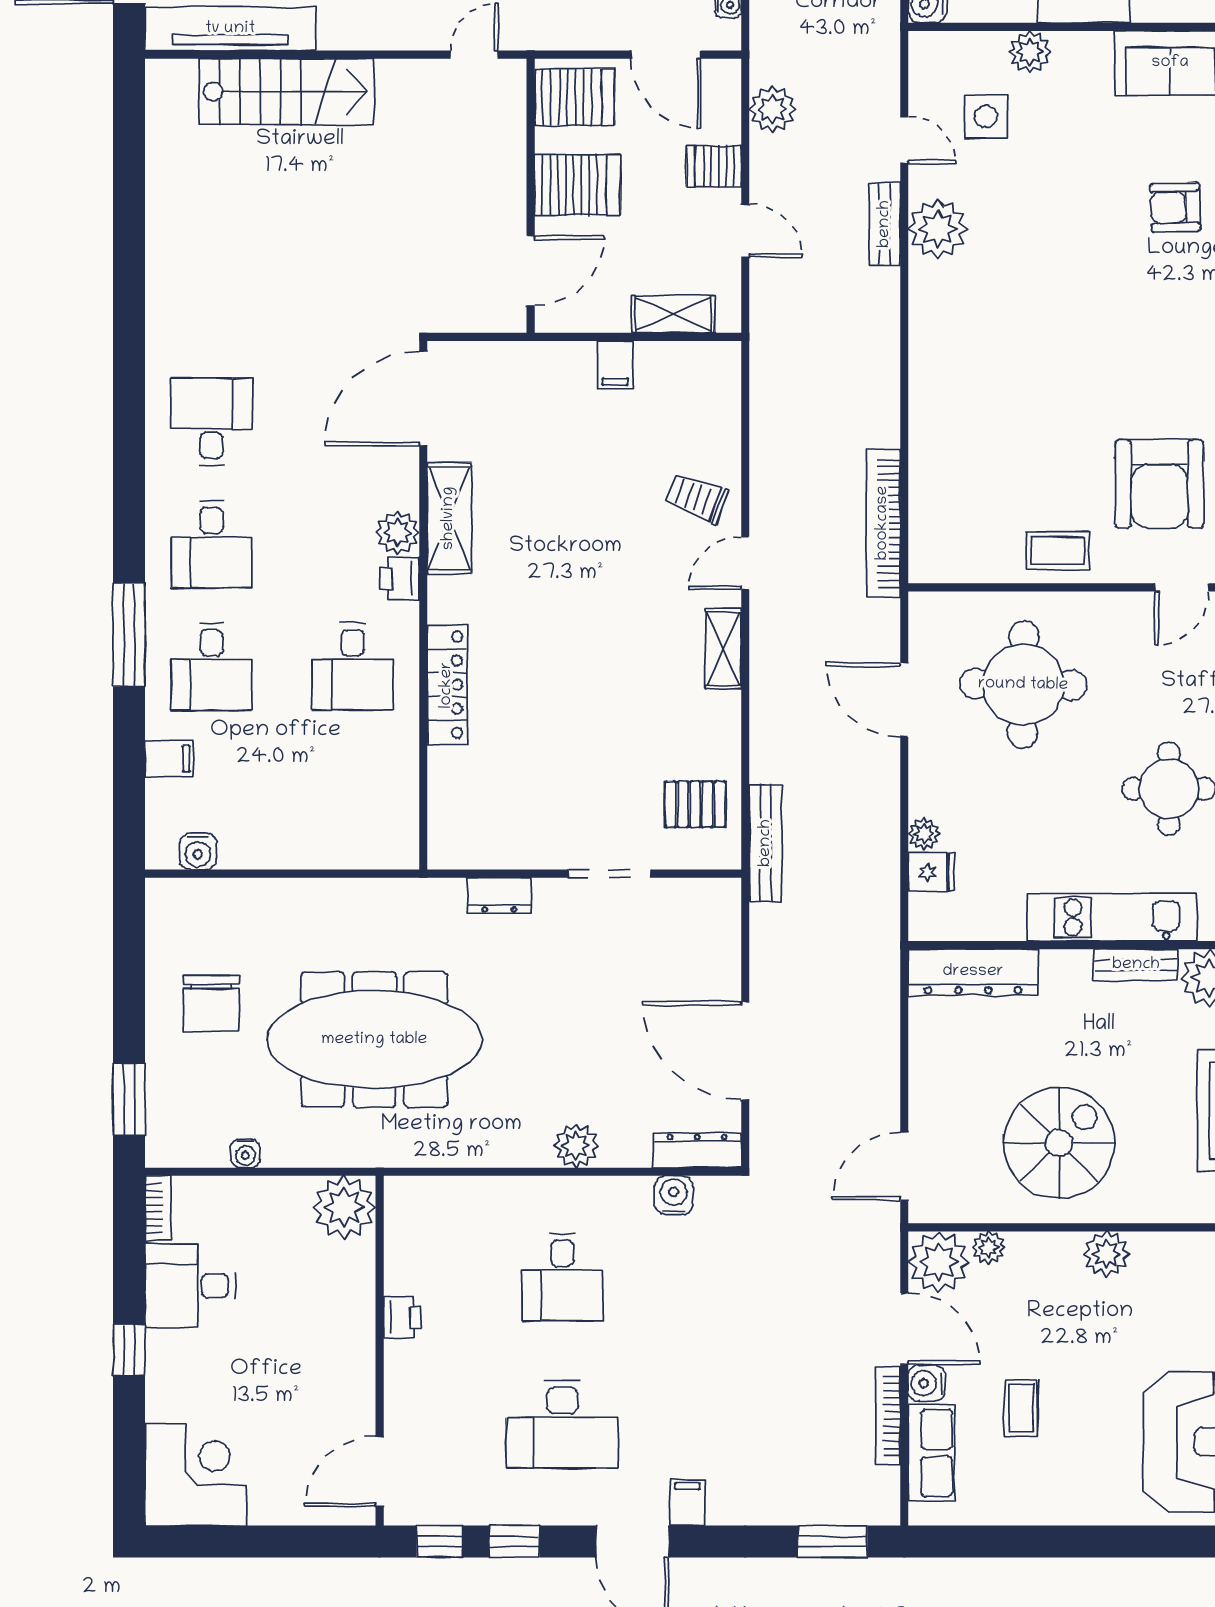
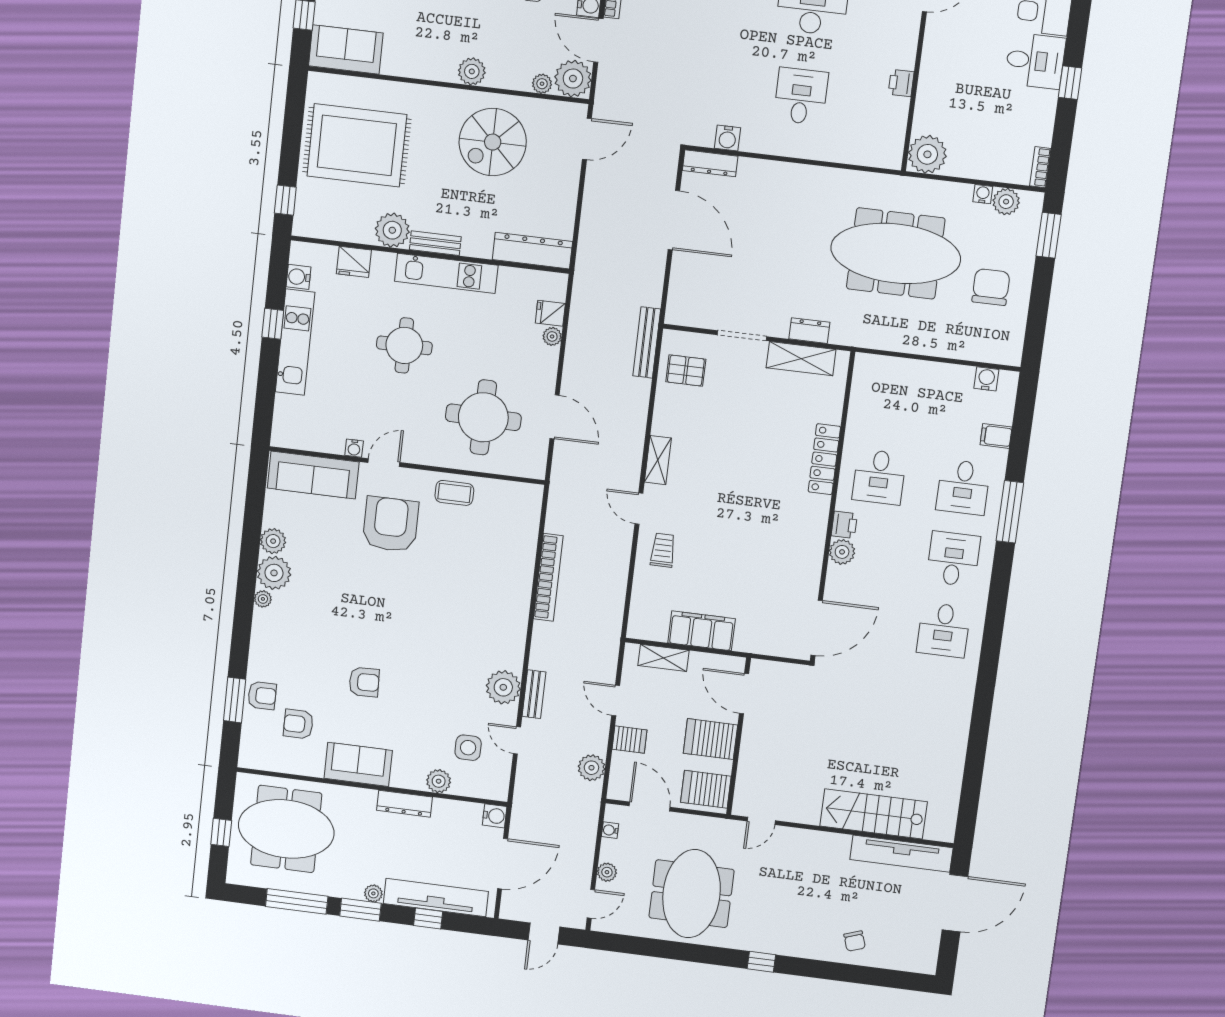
door: (531, 270) -> (744, 694), hinge flipped
filing cabinet: (615, 365) -> (702, 631), width x3.00, depth x1.17
trolley: (697, 498) -> (663, 550), turned -111
shelving: (449, 518) -> (801, 359), moved, turned 90
bookcase: (883, 523) -> (548, 577), moved
door: (745, 563) -> (639, 509), swing flipped
desk: (212, 666) -> (963, 487), turned 180
desk: (353, 666) -> (879, 477), turned 180
plant: (576, 1146) -> (1006, 202), moved
desk: (190, 1286) -> (1035, 61), moved

